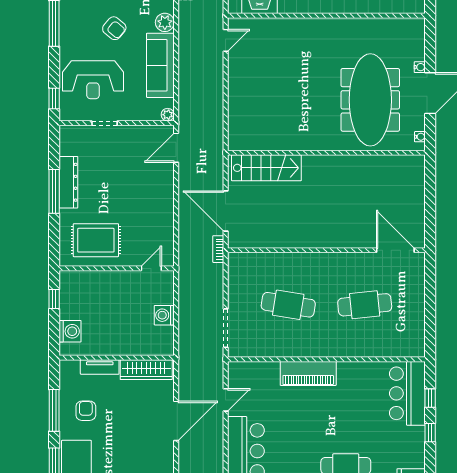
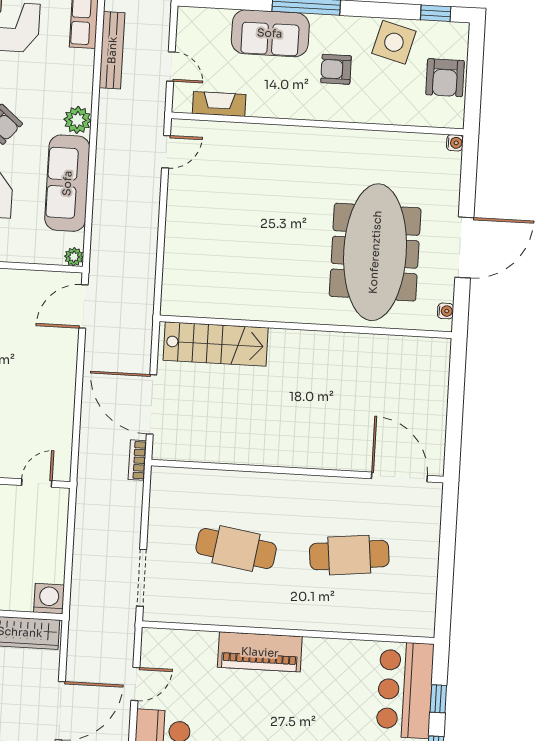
water cooler: (420, 67) -> (455, 143), moved
washing machine: (164, 315) -> (49, 599), moved, turned 90

